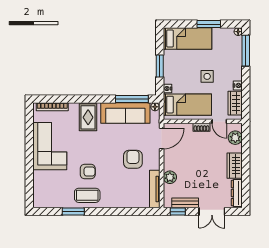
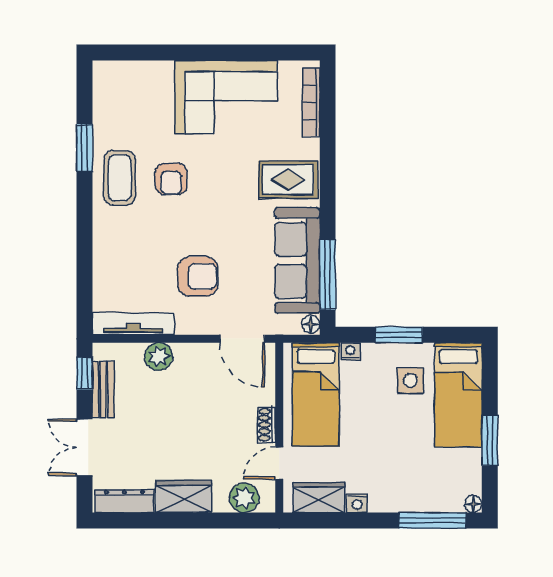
side table: (207, 76) -> (410, 380), moved

